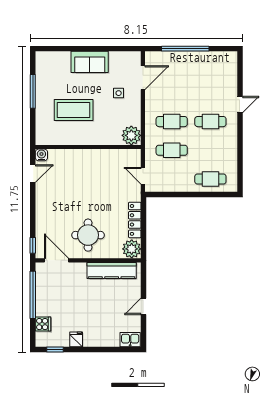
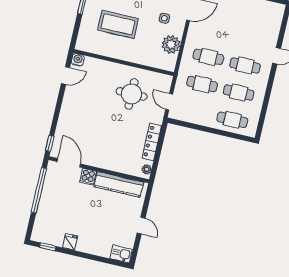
plant: (131, 135) -> (171, 44), moved
cafe table: (210, 150) -> (239, 93), added
round table: (88, 235) -> (132, 94), moved
plant: (132, 249) -> (147, 169), width x0.53, depth x0.53
door: (144, 306) -> (141, 225), swing flipped
cooker: (43, 324) -> (88, 177), moved, turned 90

